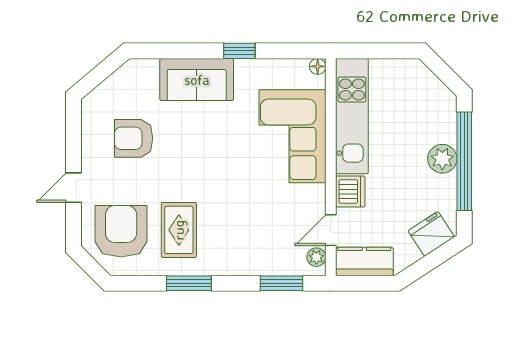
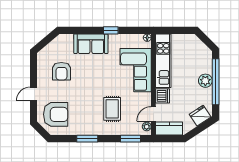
armchair: (134, 138) -> (61, 71), turned -90
rug: (179, 230) -> (112, 109), moved
armchair: (121, 231) -> (56, 114), turned 90

